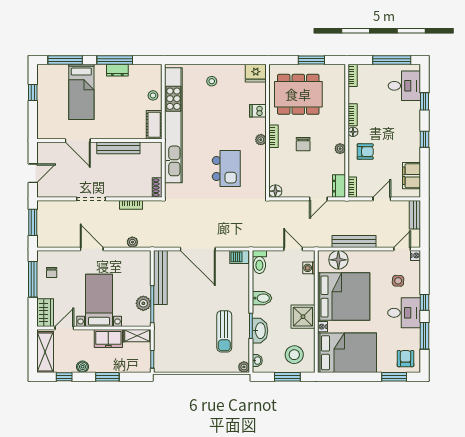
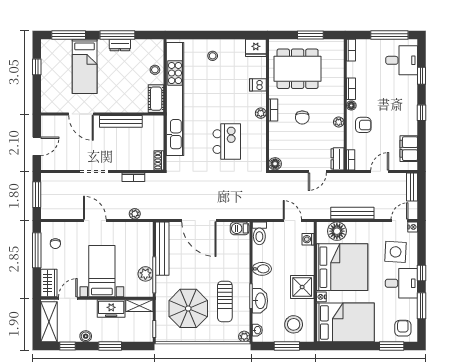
side table: (398, 281) -> (396, 252), width x1.87, depth x1.87
parasol: (187, 338) -> (188, 308), added

